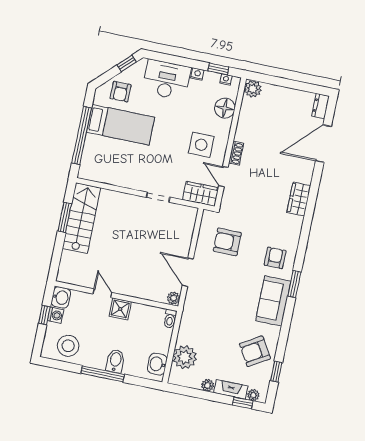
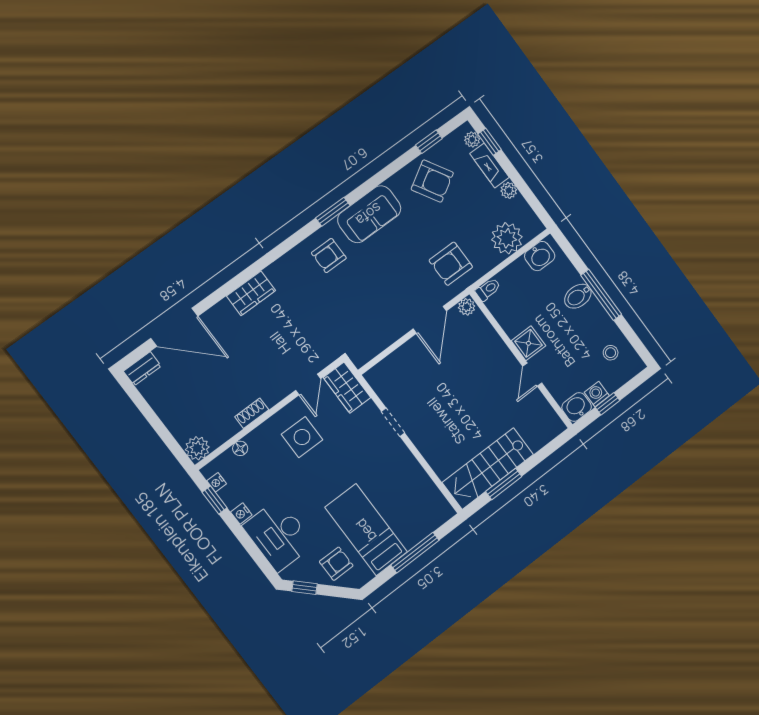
floor lamp: (225, 108) -> (240, 448), width x0.53, depth x0.53
window: (82, 135) -> (415, 553), width x0.68
shoe rack: (236, 153) -> (252, 413), moved
armchair: (227, 242) -> (451, 264), moved, turned 90
stool: (68, 346) -> (611, 353), width x0.53, depth x0.53

